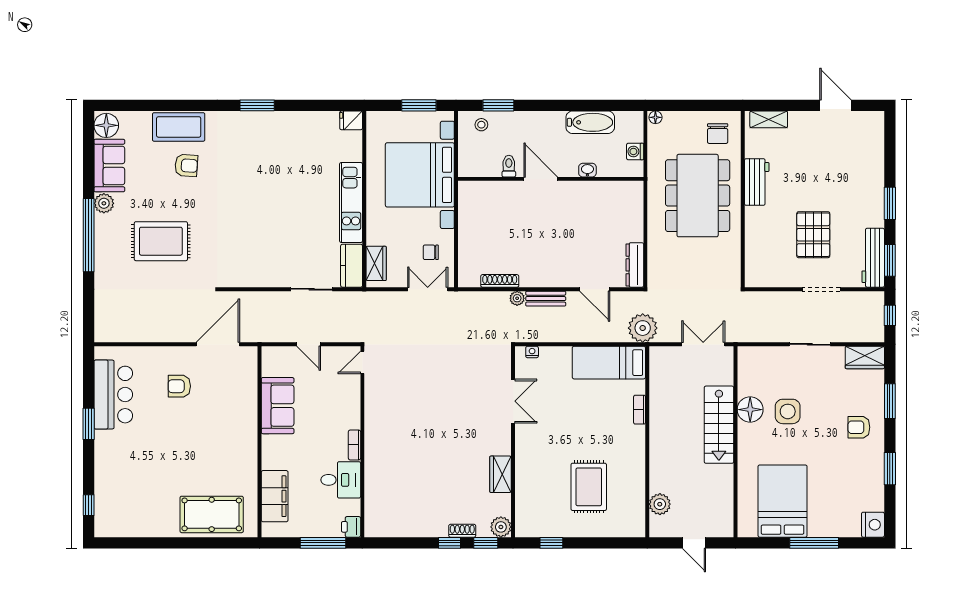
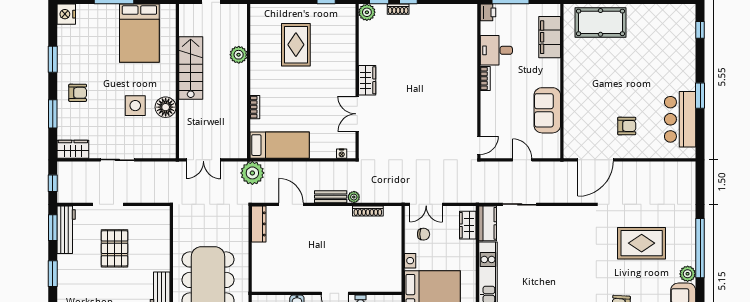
stairs: (719, 425) -> (191, 68), moved
wardrobe: (501, 474) -> (367, 80), moved
plant: (660, 504) -> (239, 55), moved

